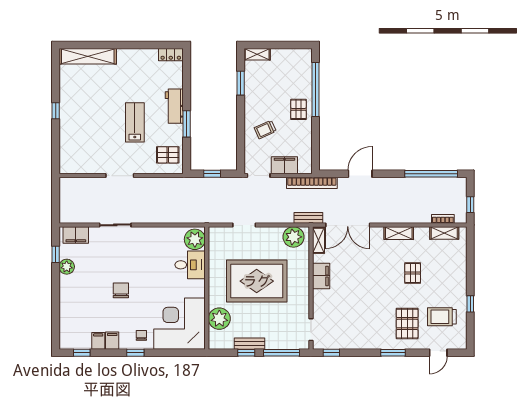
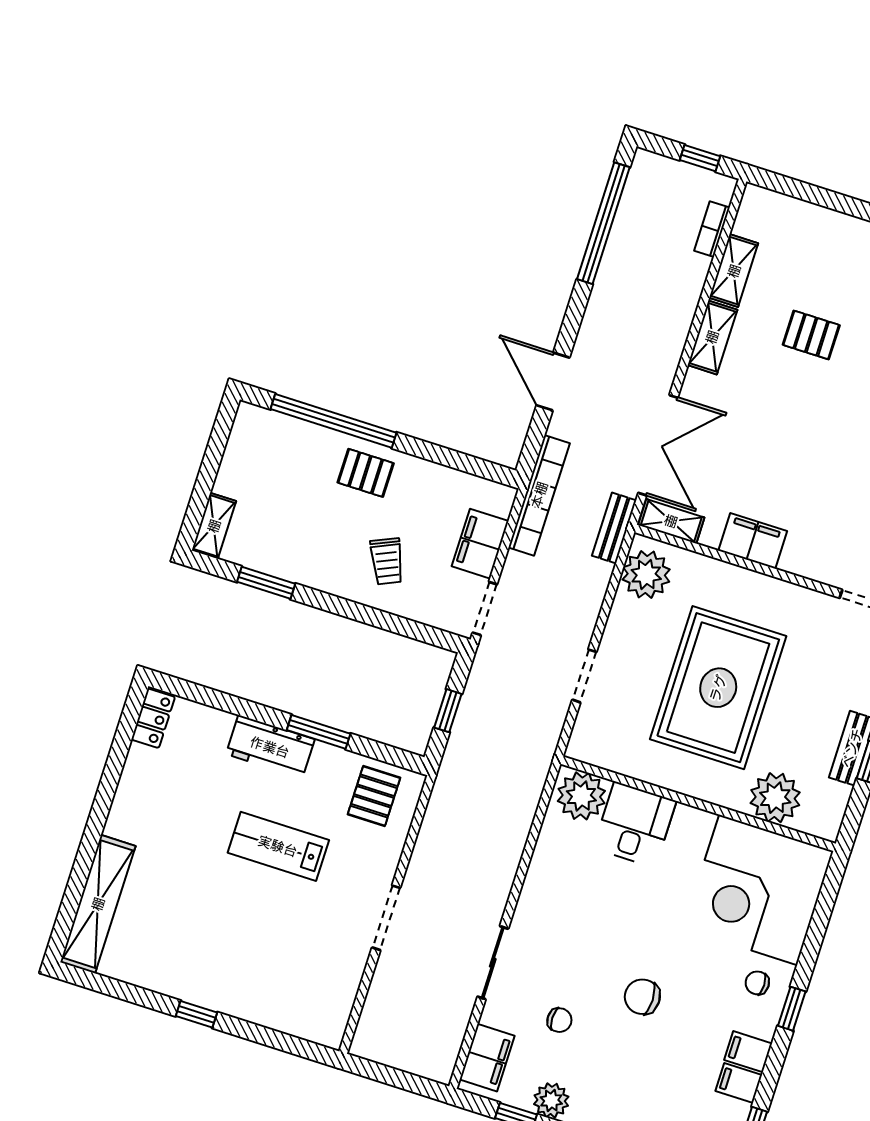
shelving: (444, 233) -> (734, 271), moved
chair: (101, 260) -> (559, 1020), added

